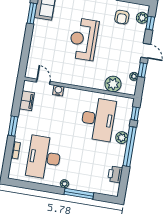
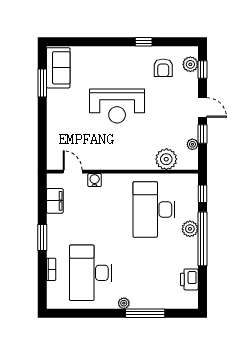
reception desk: (84, 39) -> (117, 106), turned -90
desk: (98, 119) -> (154, 209), turned 180

